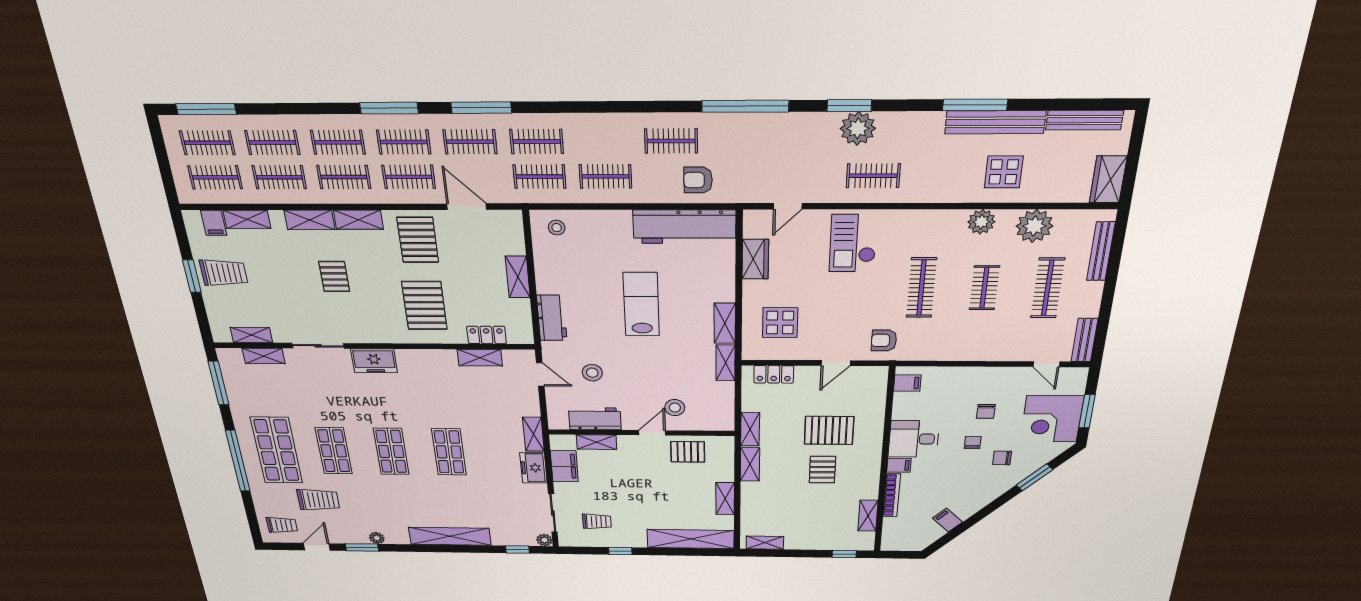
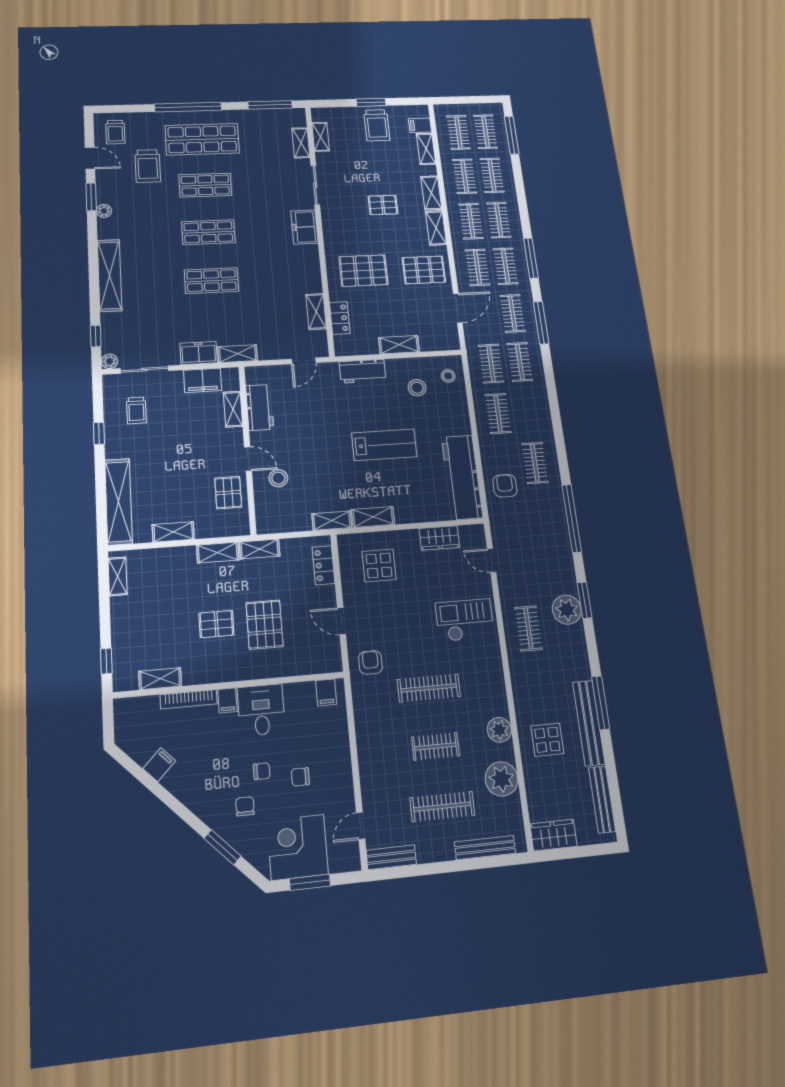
stool: (592, 373) -> (417, 388), moved

